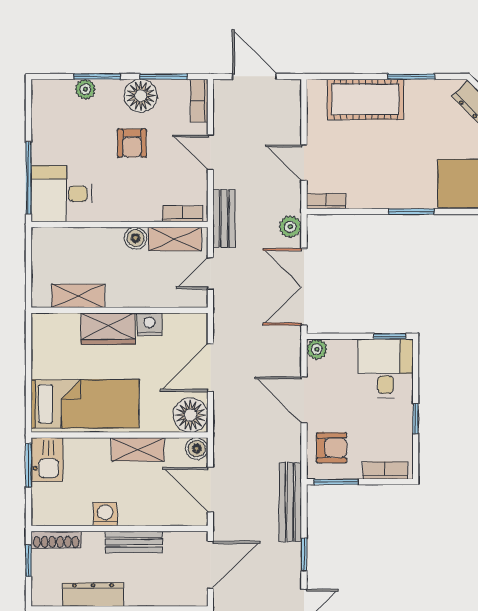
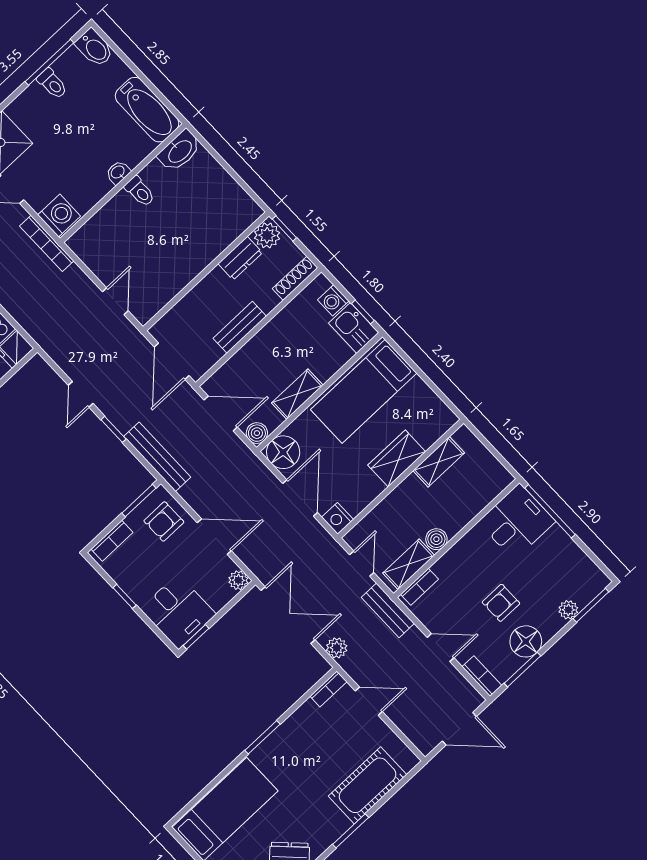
window: (97, 76) -> (591, 605), moved
armchair: (132, 143) -> (501, 603), turned -90
nightstand: (149, 324) -> (338, 518), moved, turned 90
window: (29, 465) -> (363, 312), width x0.67
washing machine: (105, 514) -> (333, 300), moved, turned 90
window: (29, 561) -> (284, 228), moved
plant: (47, 593) -> (267, 235), added
dresser: (93, 595) -> (240, 258), width x0.70

